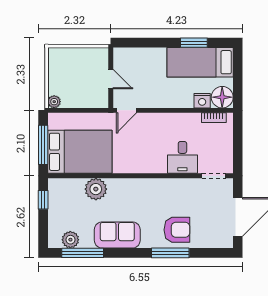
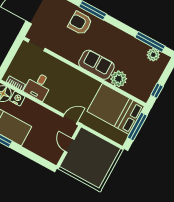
plant: (54, 102) -> (115, 151), removed
desk: (182, 157) -> (38, 86), moved, turned 180
sofa: (117, 235) -> (96, 65), moved, turned 180

